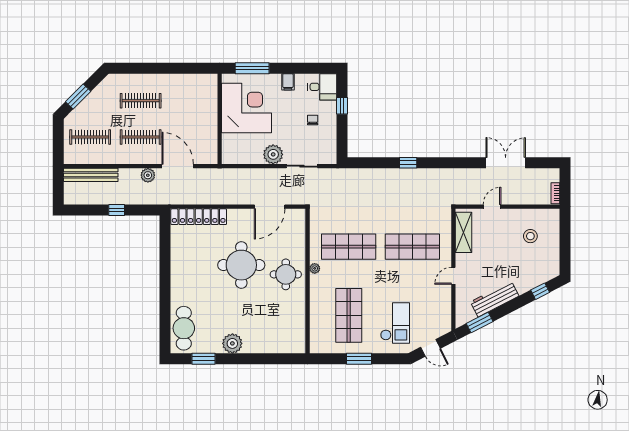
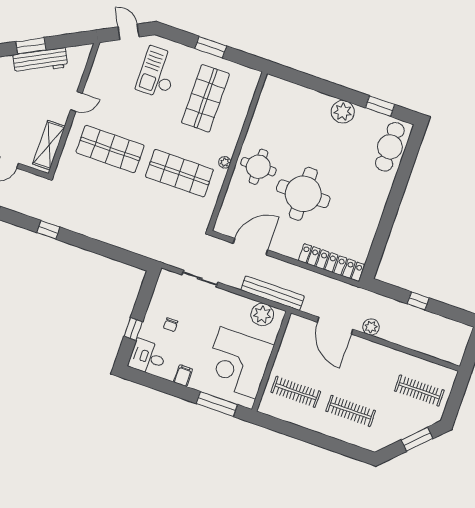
clothes rail: (141, 137) -> (296, 392), moved
plant: (273, 154) -> (262, 315), moved
window: (408, 163) -> (48, 230), moved
bench: (91, 175) -> (273, 293), moved
window: (480, 322) -> (31, 46), moved

